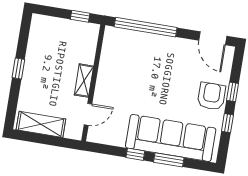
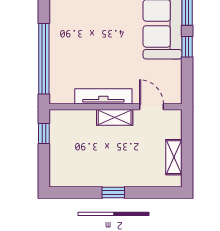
tv unit: (104, 74) -> (103, 96), added
shelving: (41, 124) -> (174, 157), width x0.67, depth x0.75

